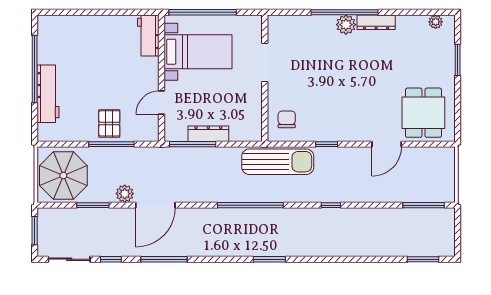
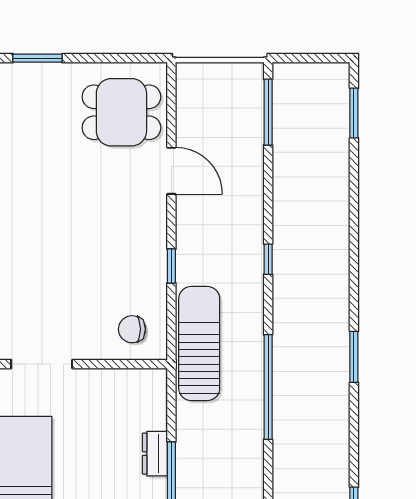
dresser: (208, 134) -> (155, 454), width x0.70

